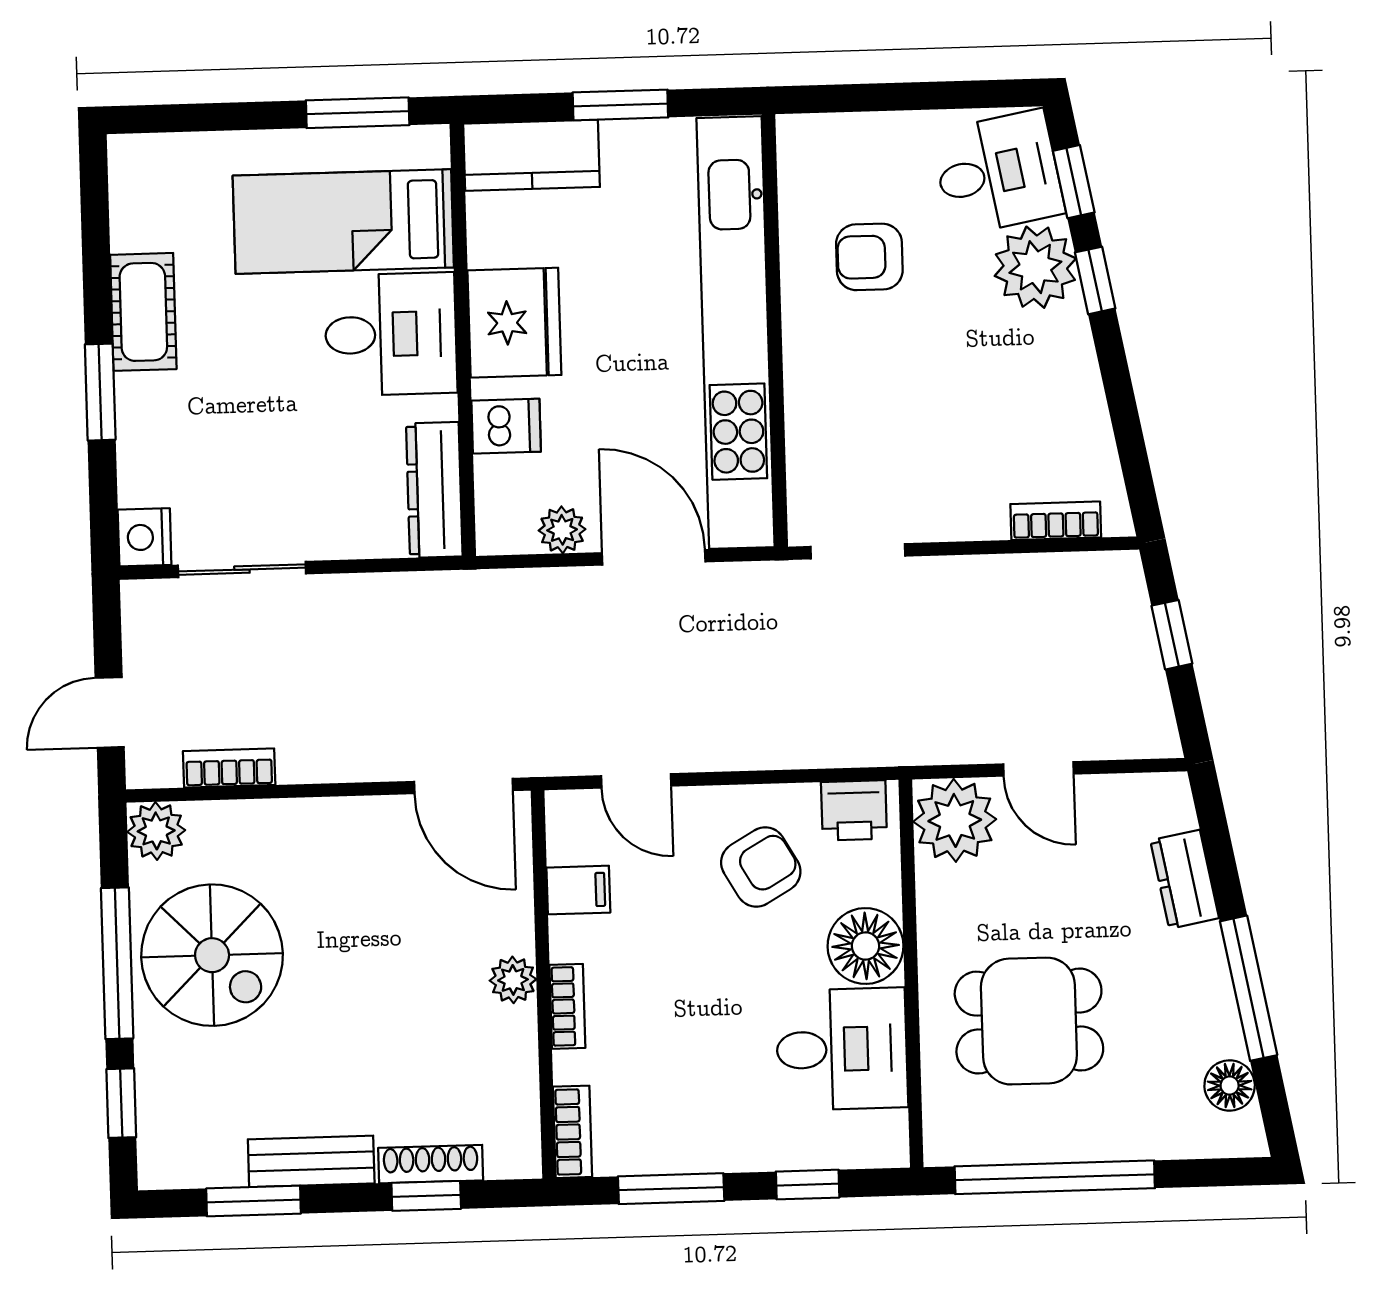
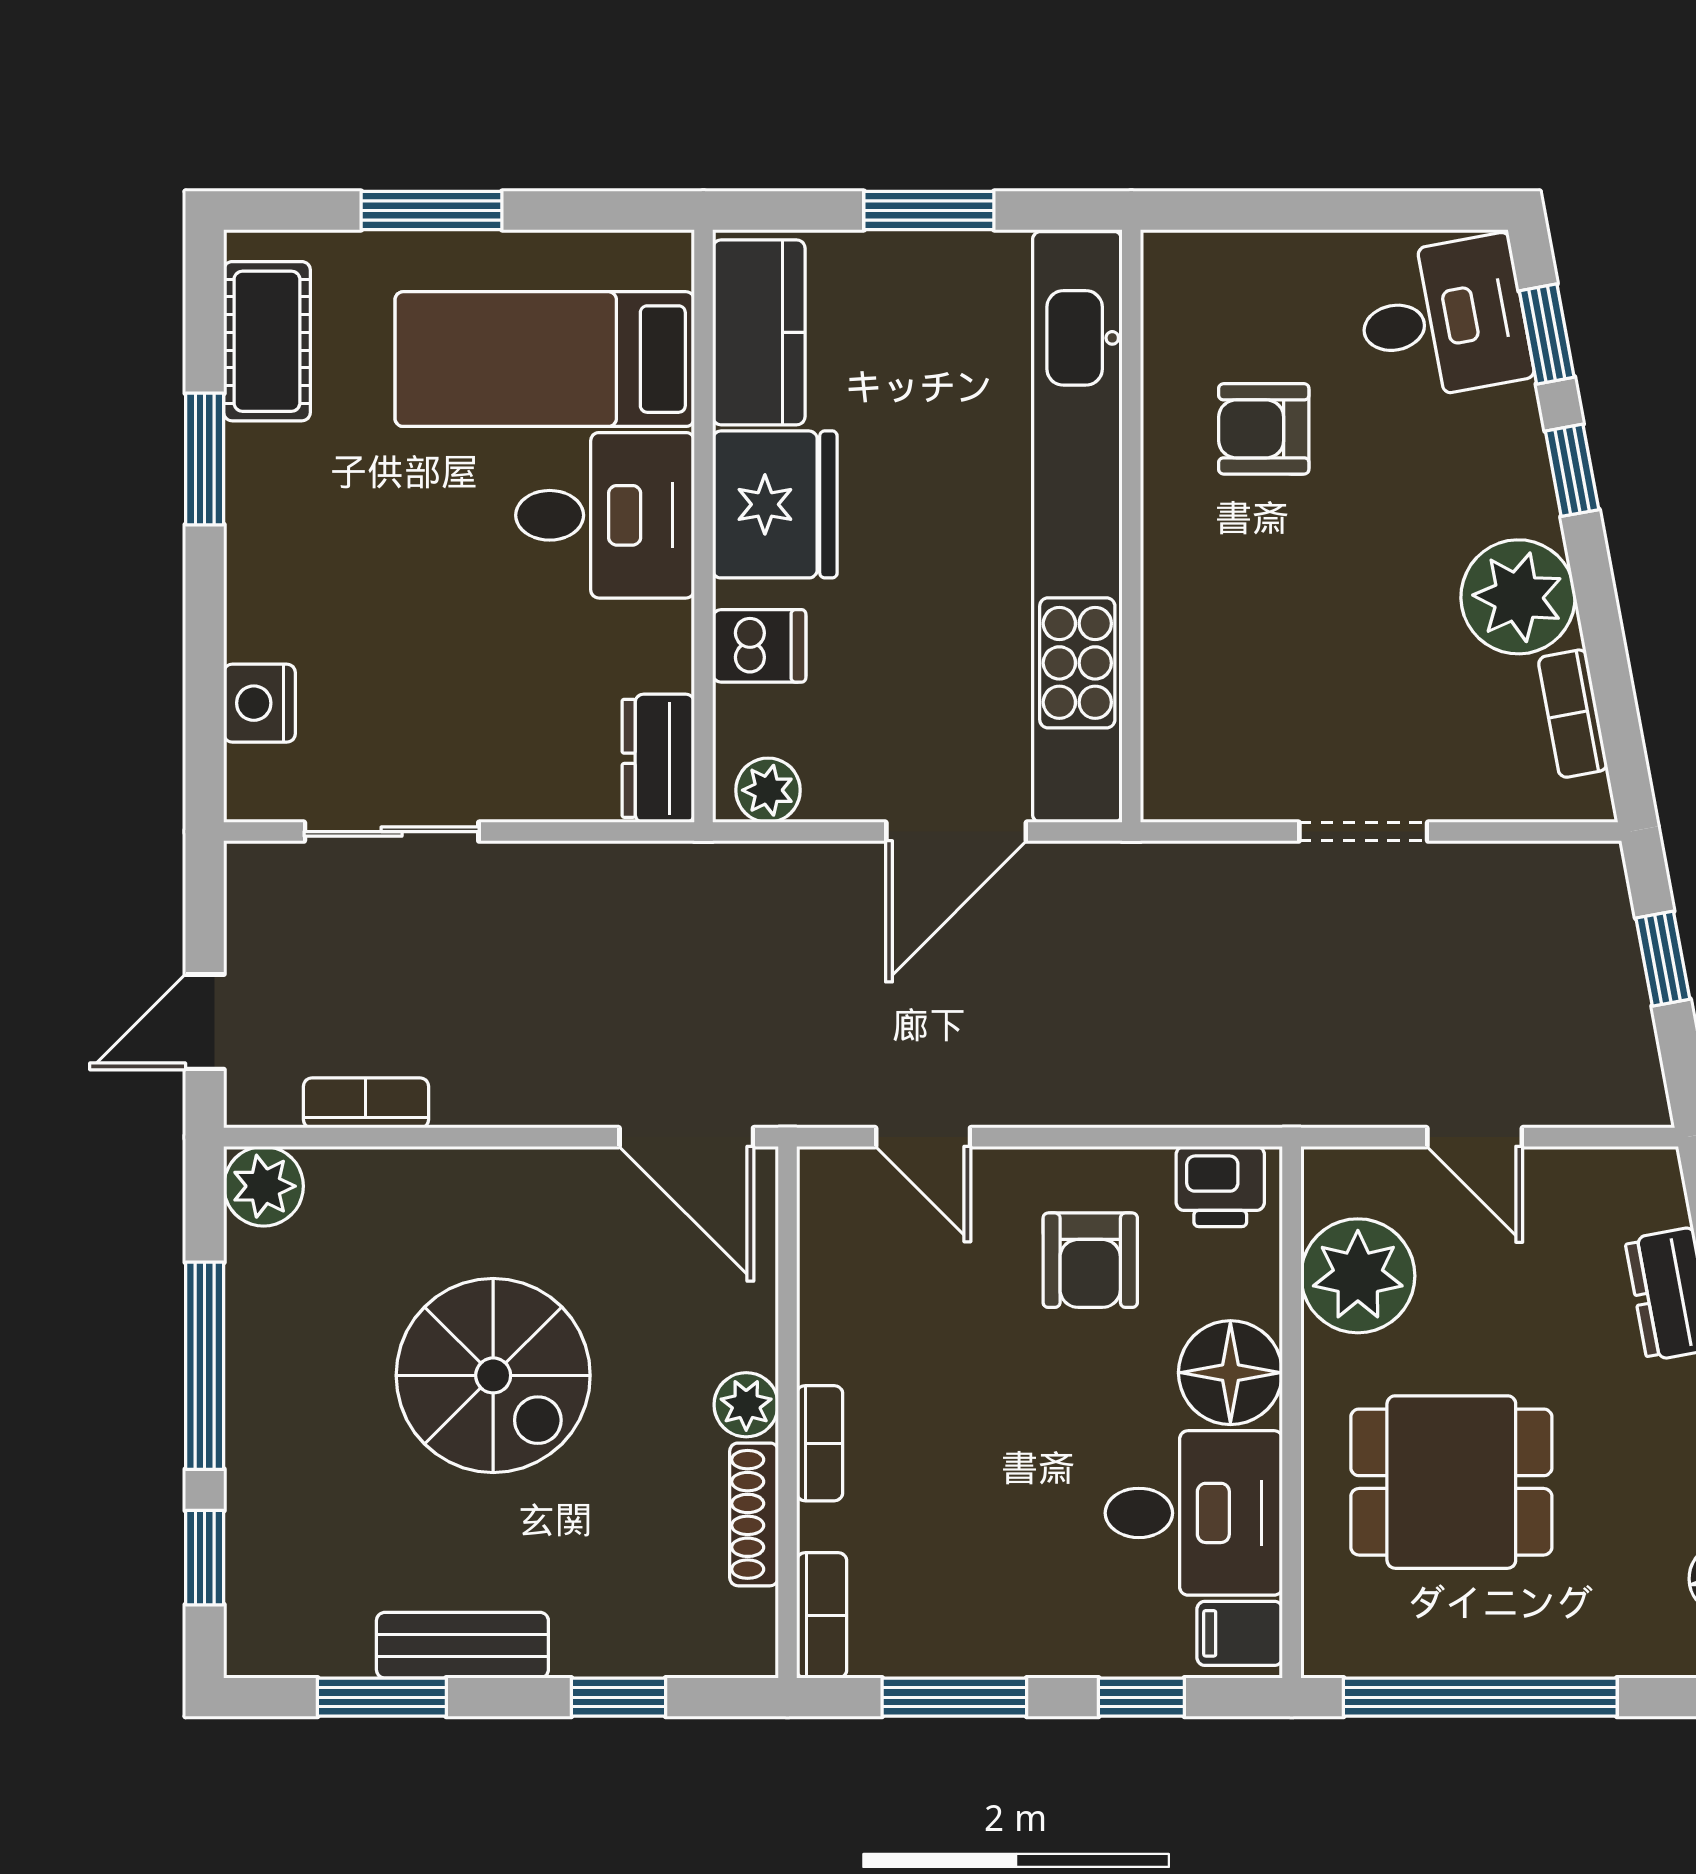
window: (358, 113) -> (432, 211), moved
kitchen counter: (531, 155) -> (759, 332), moved, turned -90
plant: (1035, 267) -> (1518, 597), moved
cot: (143, 312) -> (267, 341), moved
window: (100, 392) -> (205, 459), moved
dresser: (434, 490) -> (658, 758), width x0.70
bookcase: (1056, 521) -> (1573, 714), moved, turned -101
plant: (562, 530) -> (768, 790), moved
nightstand: (145, 537) -> (259, 703), moved
doorway: (858, 551) -> (1363, 832), moved
door: (654, 557) -> (956, 832), swing flipped
plant: (955, 820) -> (1358, 1276), moved
armchair: (761, 867) -> (1090, 1260), turned 120
filing cabinet: (578, 890) -> (1240, 1633), moved, turned 180
spiral stairs: (212, 955) -> (493, 1375), moved
shoe rack: (431, 1164) -> (754, 1514), moved, turned -90

